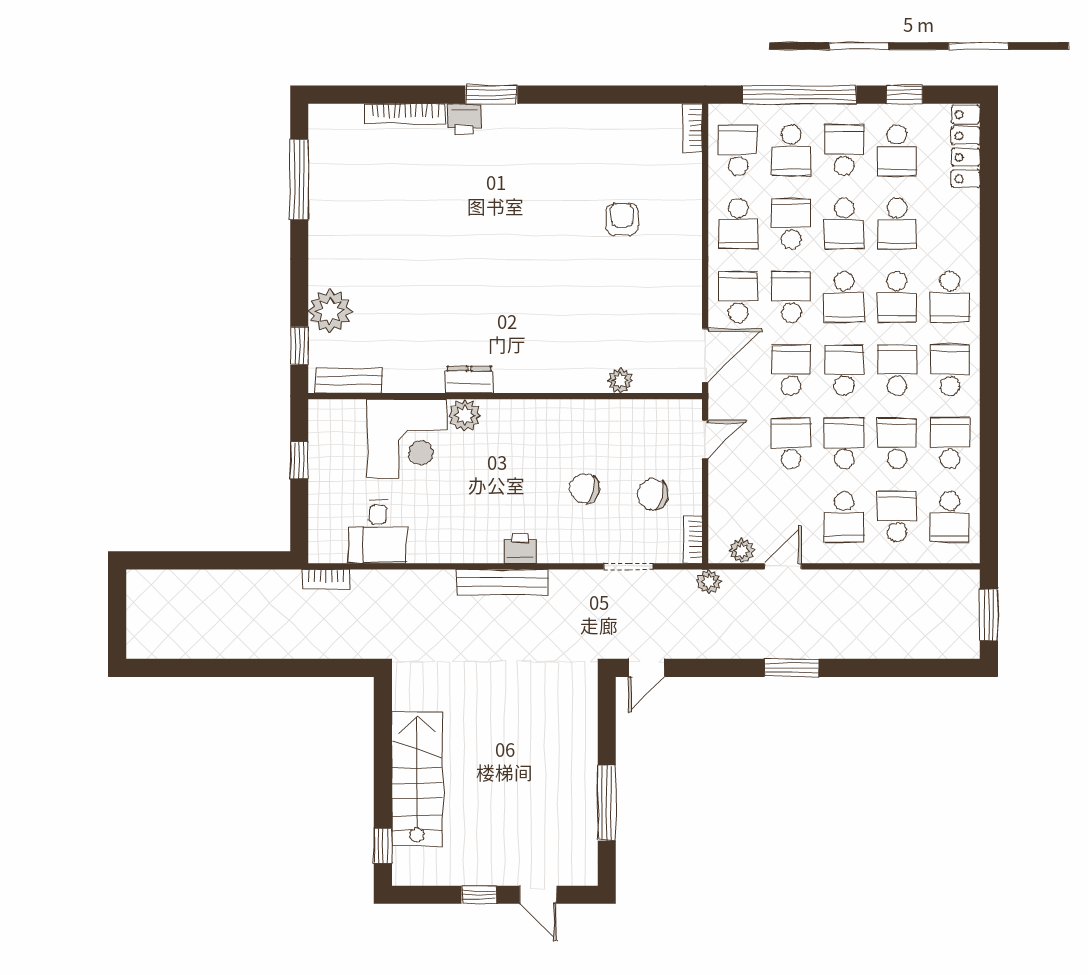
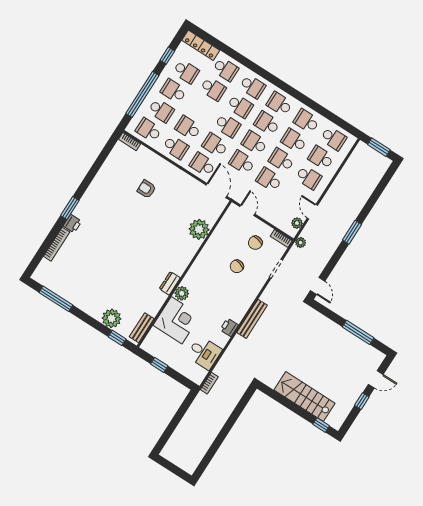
school desk: (844, 224) -> (225, 69), moved
plant: (620, 381) -> (199, 229), width x1.87, depth x1.87
printer: (520, 548) -> (229, 327), moved

